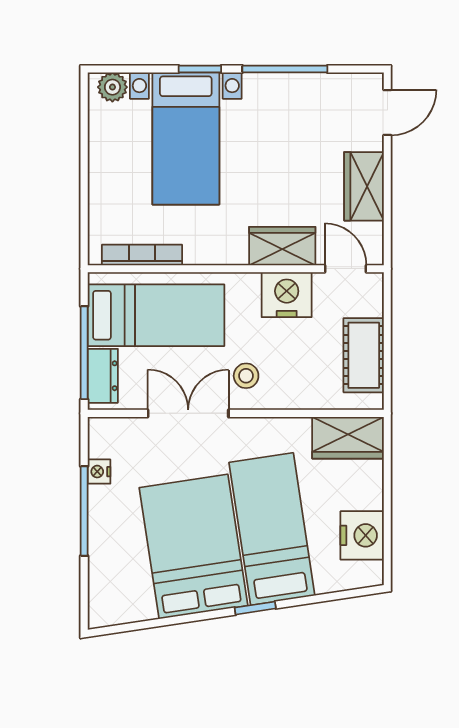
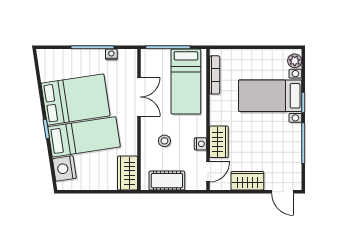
nightstand: (287, 295) -> (200, 144), width x0.53, depth x0.56
dresser: (103, 376) -> (157, 56), removed
stool: (246, 376) -> (164, 141), moved
nightstand: (362, 535) -> (64, 168), moved, turned 81

